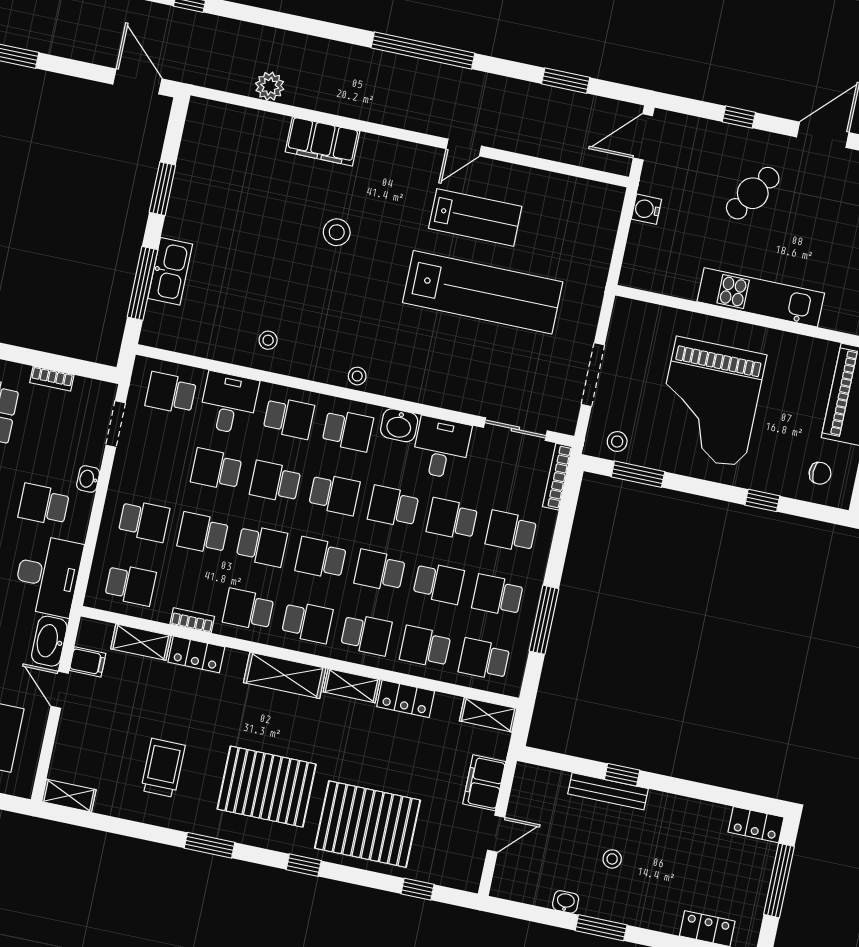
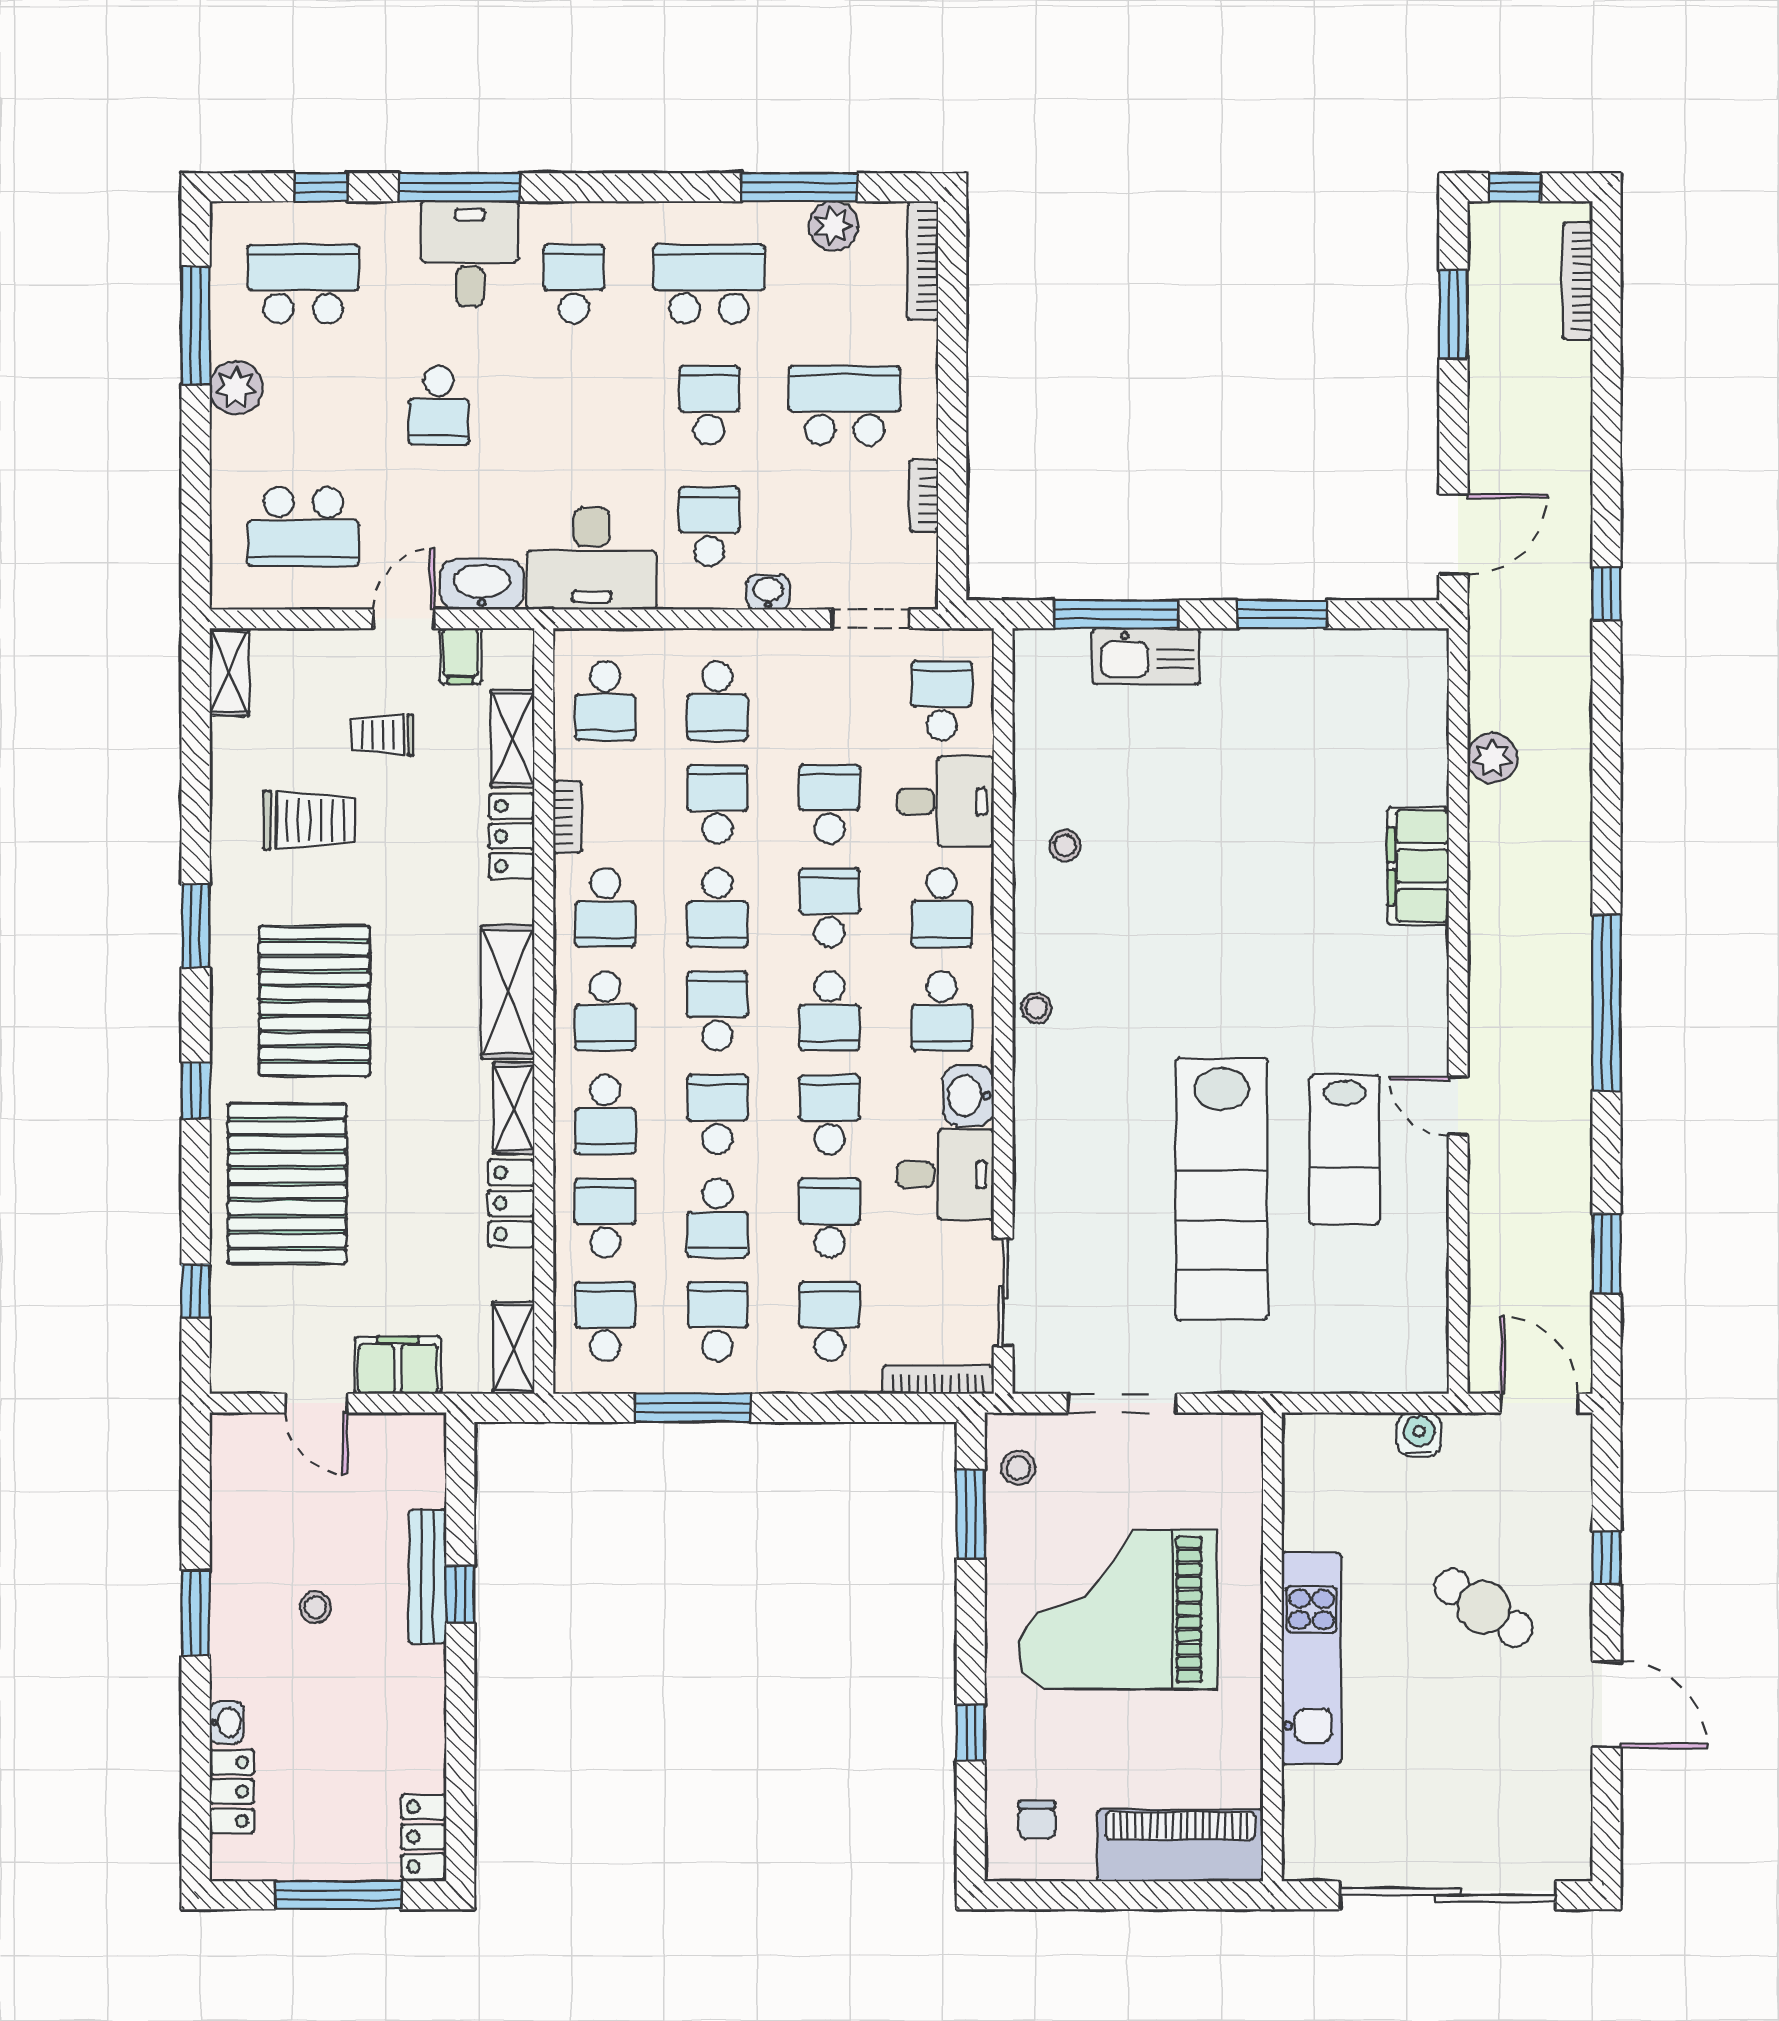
stool: (337, 232) -> (1271, 922), removed
school desk: (248, 610) -> (605, 908), turned 180
trolley: (123, 716) -> (382, 735), added
washbasin: (566, 902) -> (227, 1723), moved

